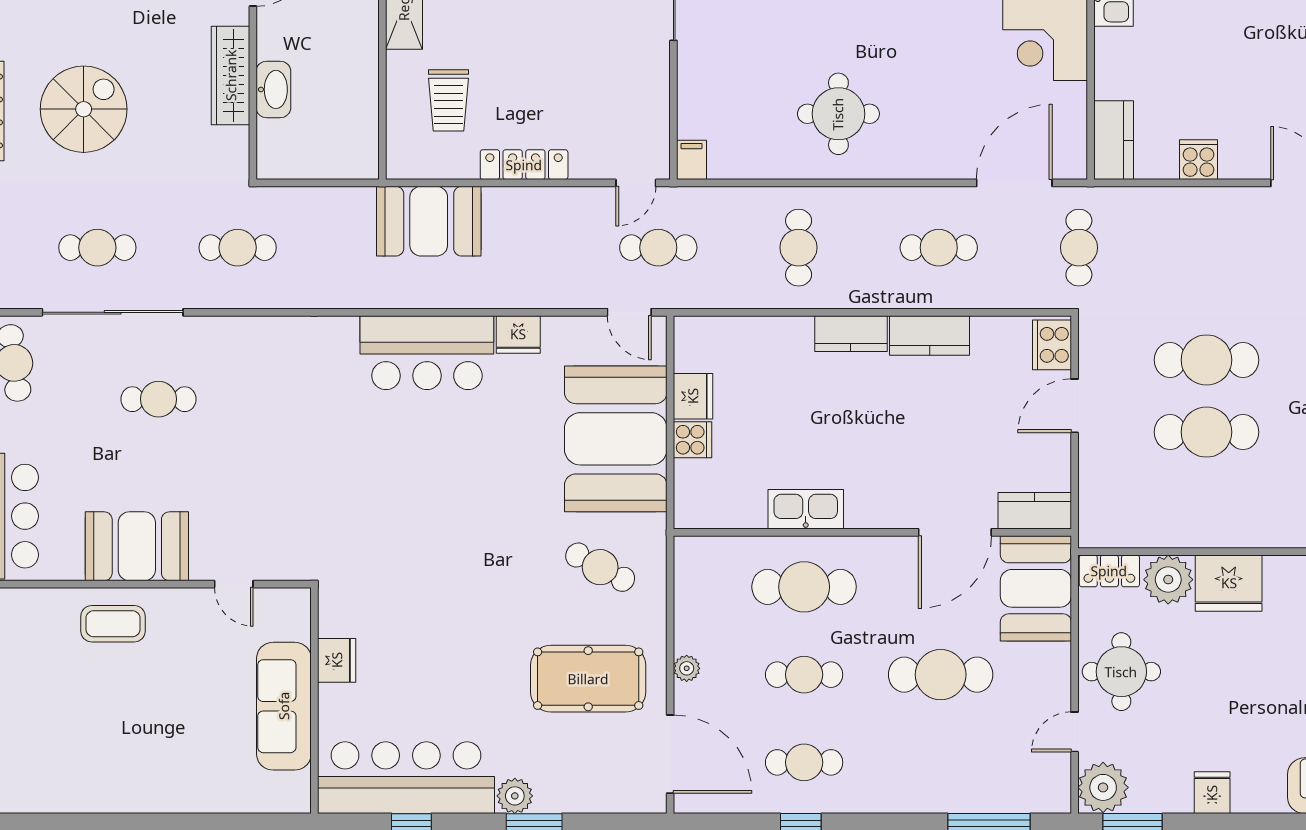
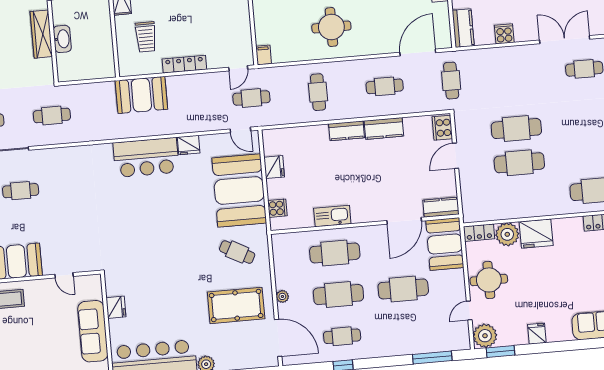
cooker: (692, 440) -> (277, 208), moved
cafe table: (804, 675) -> (338, 295), width x1.37, depth x1.35

